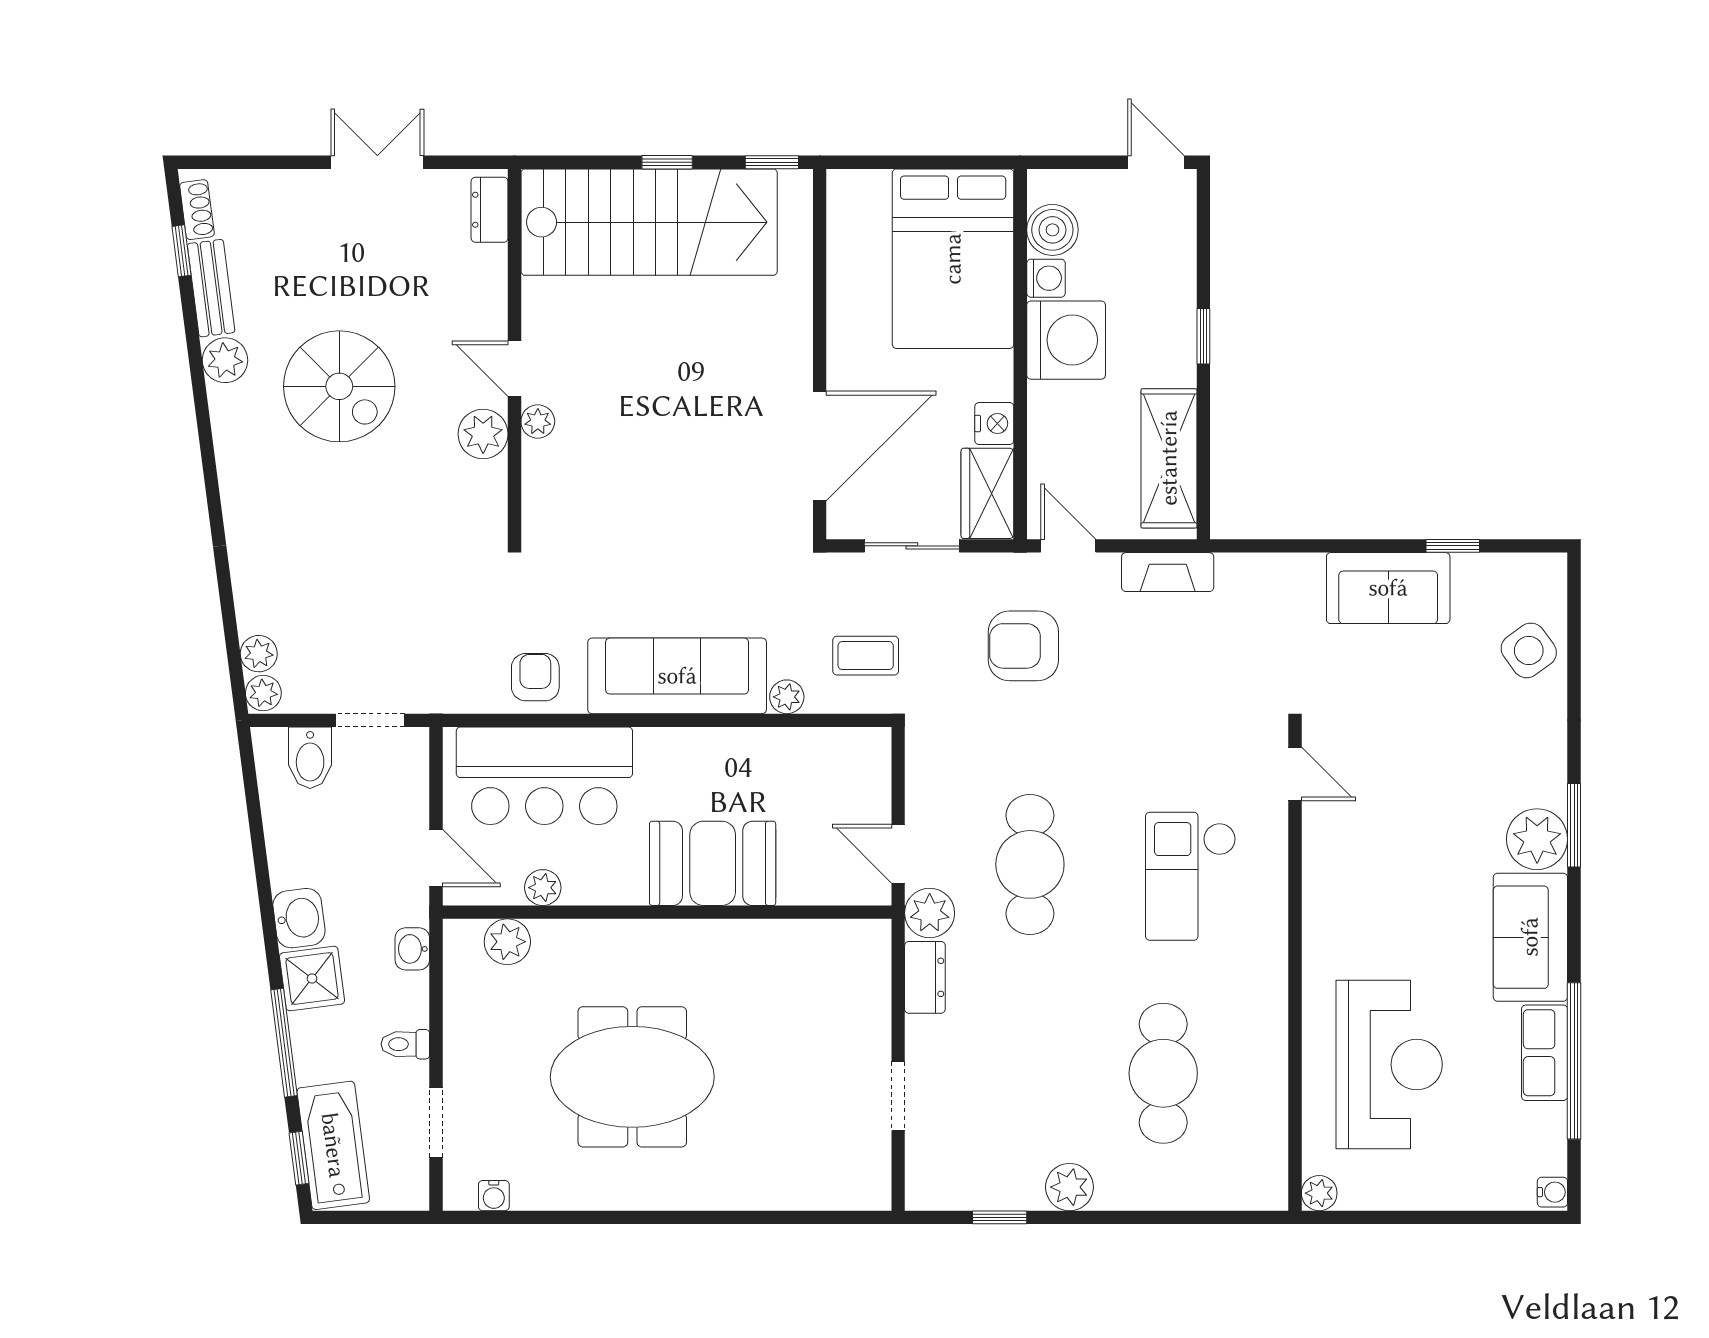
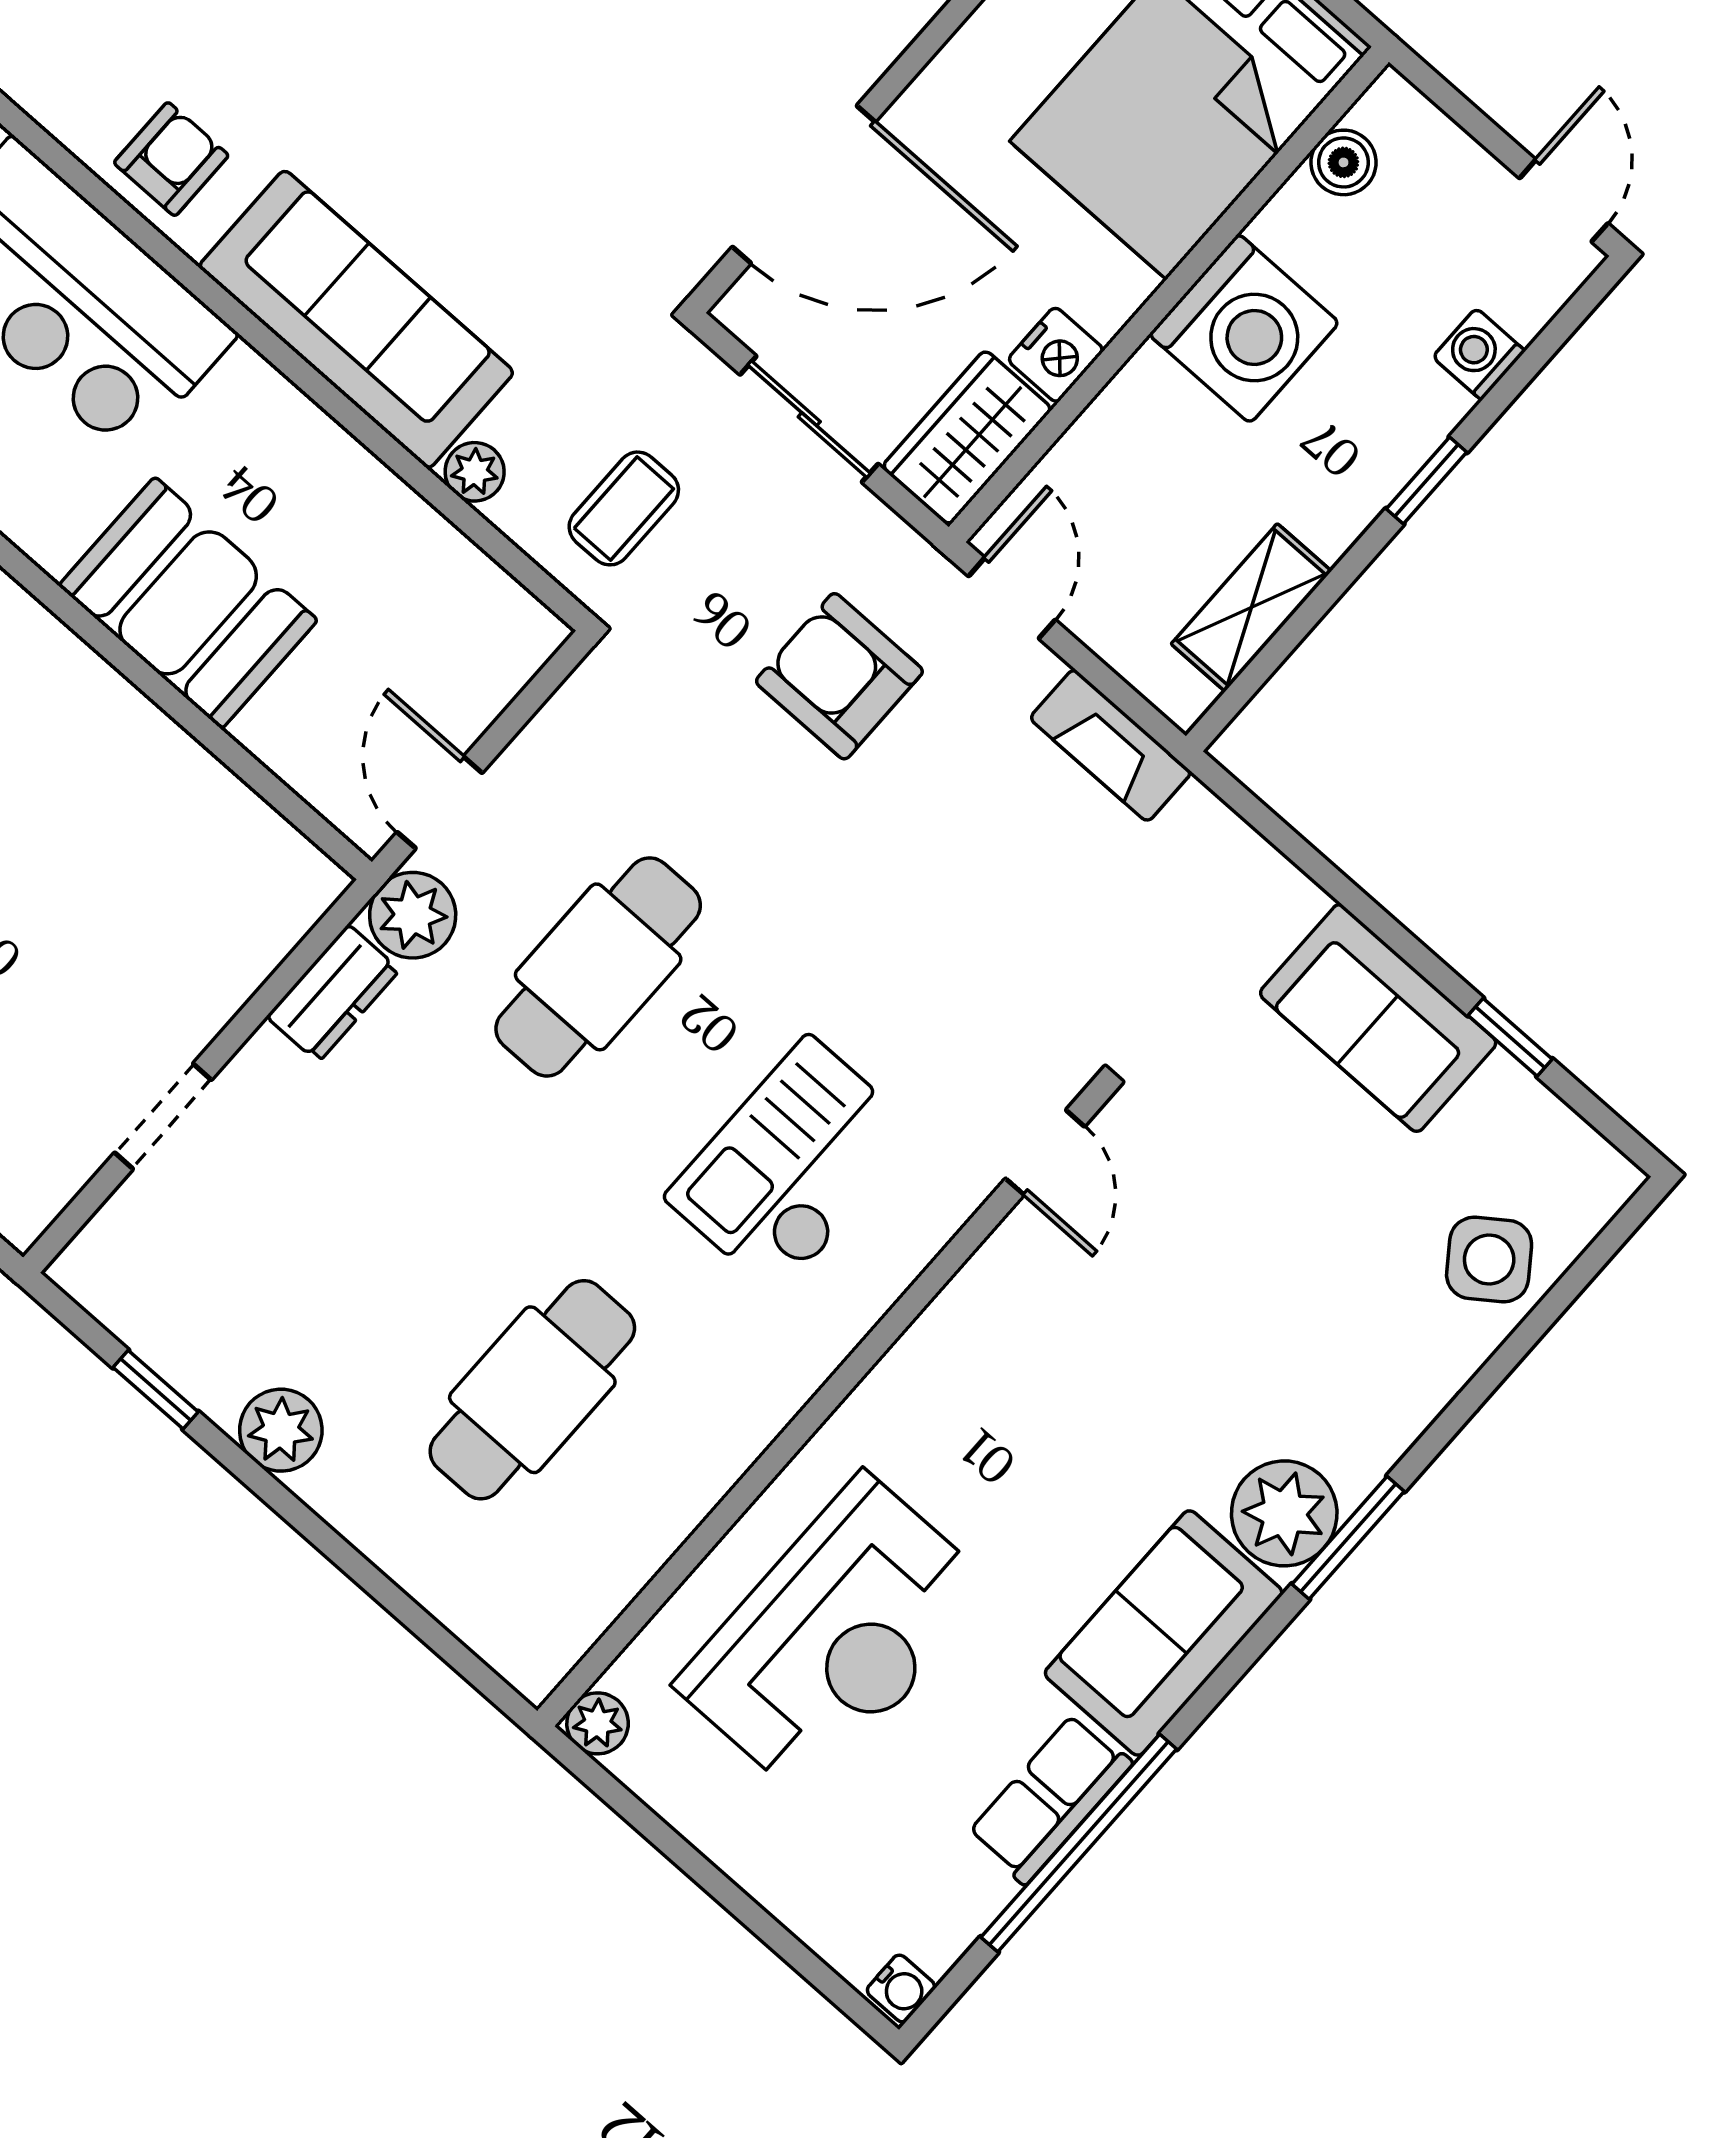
boiler: (1052, 230) -> (1343, 162), width x0.73, depth x0.73
washing machine: (1046, 278) -> (1479, 354), moved, turned 180
shelving: (1169, 458) -> (1251, 608), width x0.67, depth x0.75
coffee table: (866, 656) -> (624, 508), turned 90

